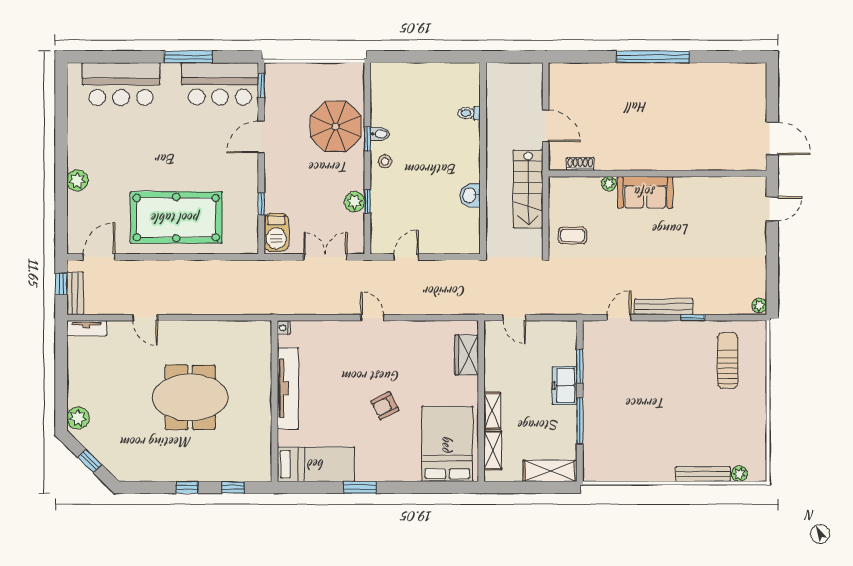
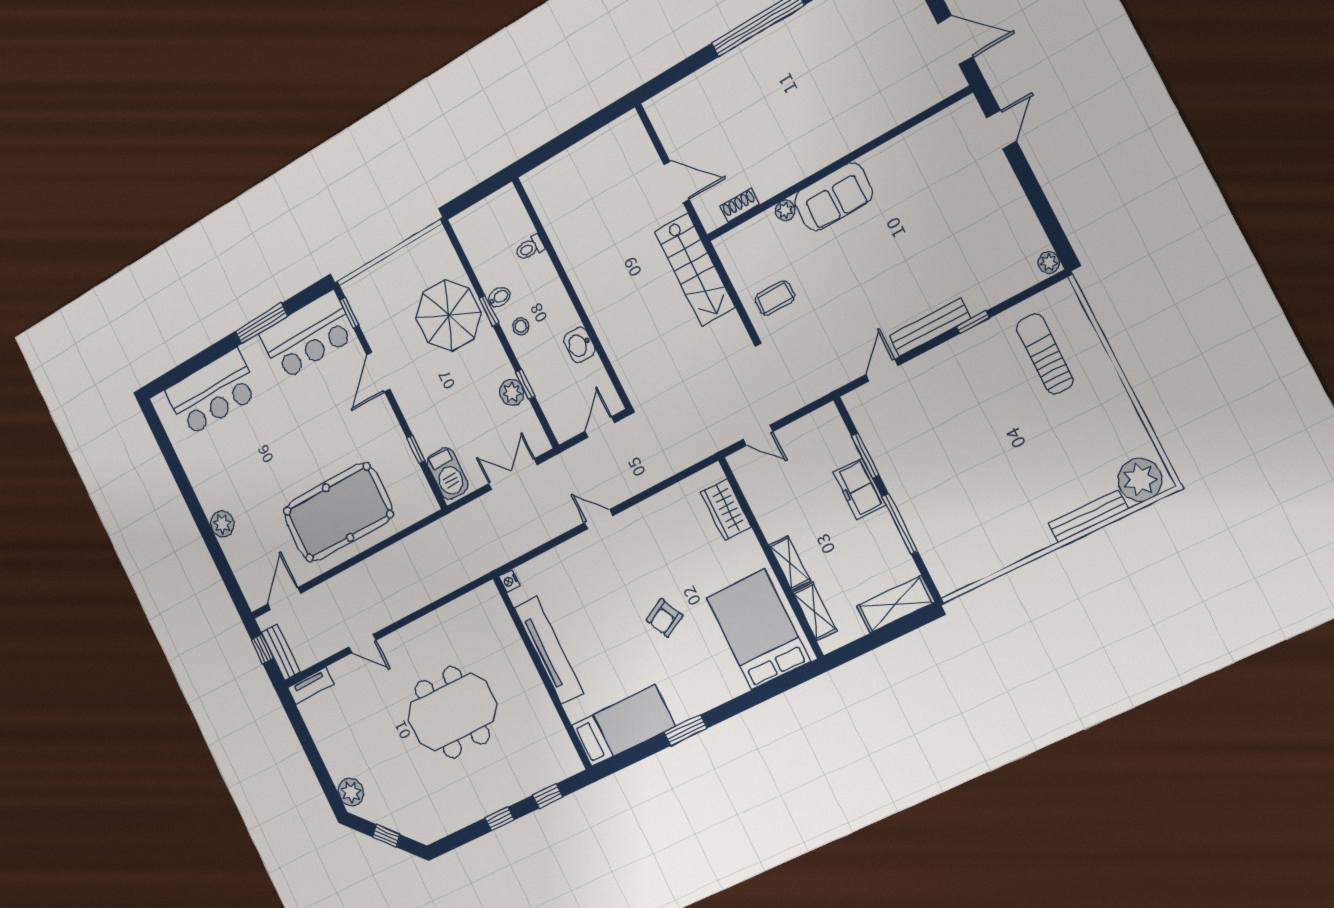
toilet: (469, 113) -> (530, 248), moved
wall: (483, 158) -> (571, 293), moved
washbasin: (470, 195) -> (579, 345), moved
plant: (739, 474) -> (1140, 480), width x1.88, depth x1.88

